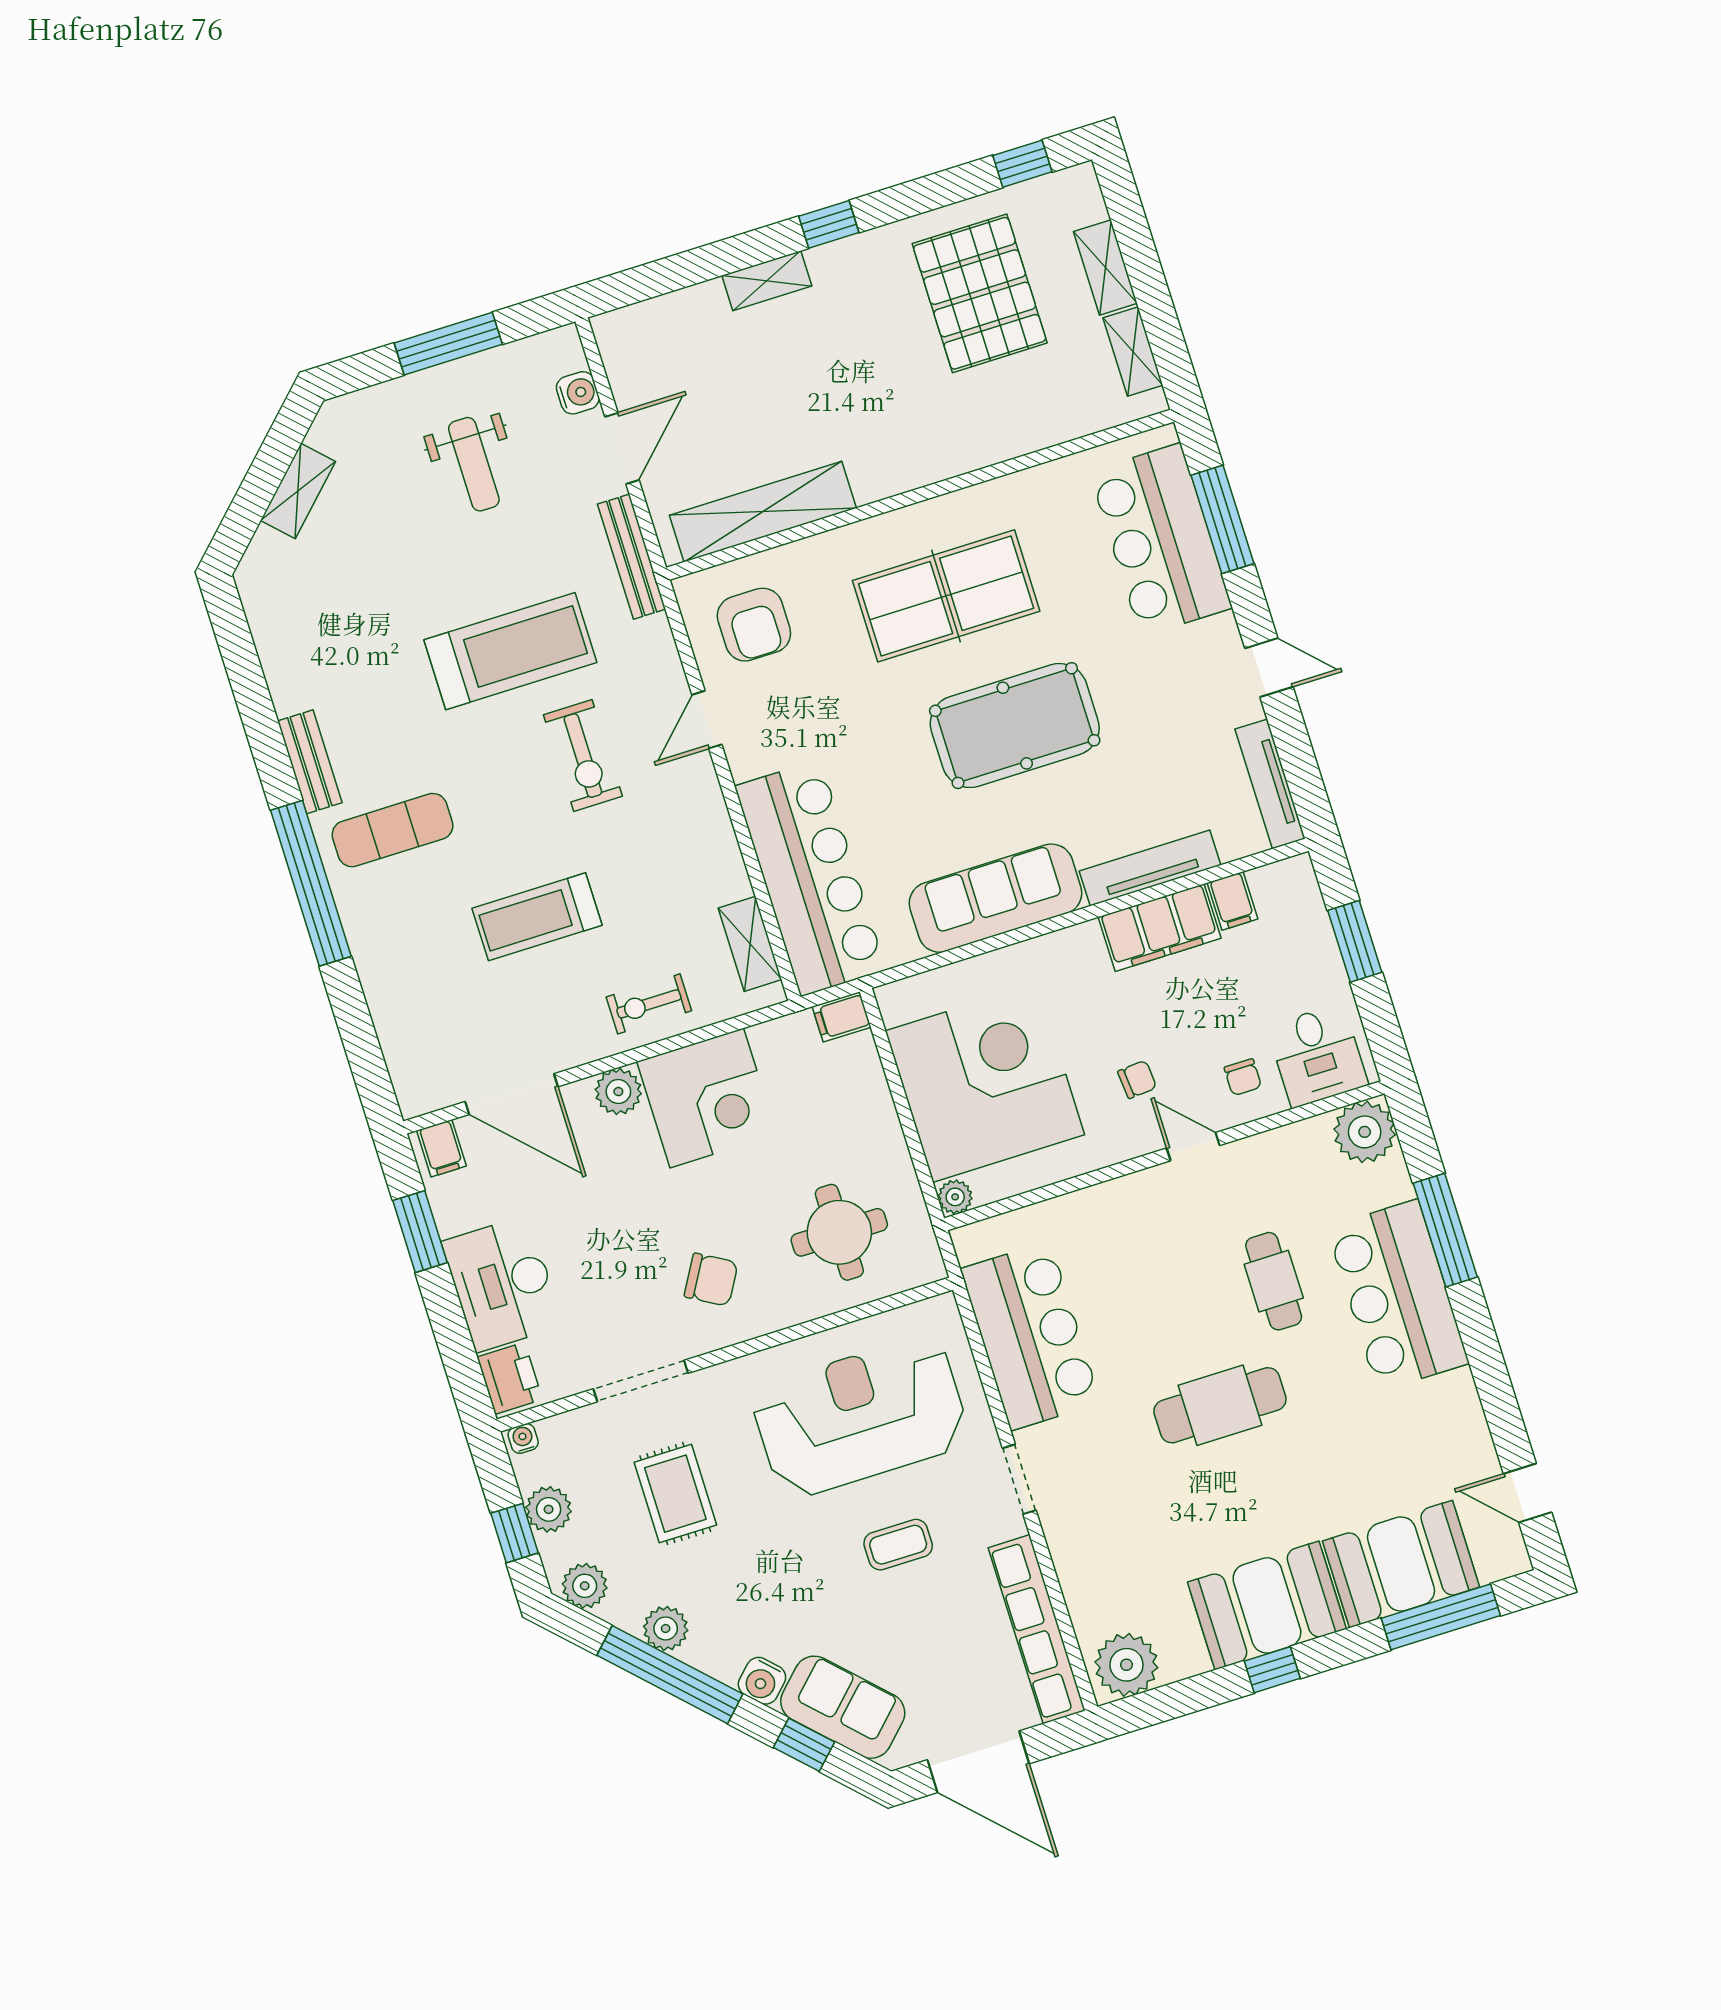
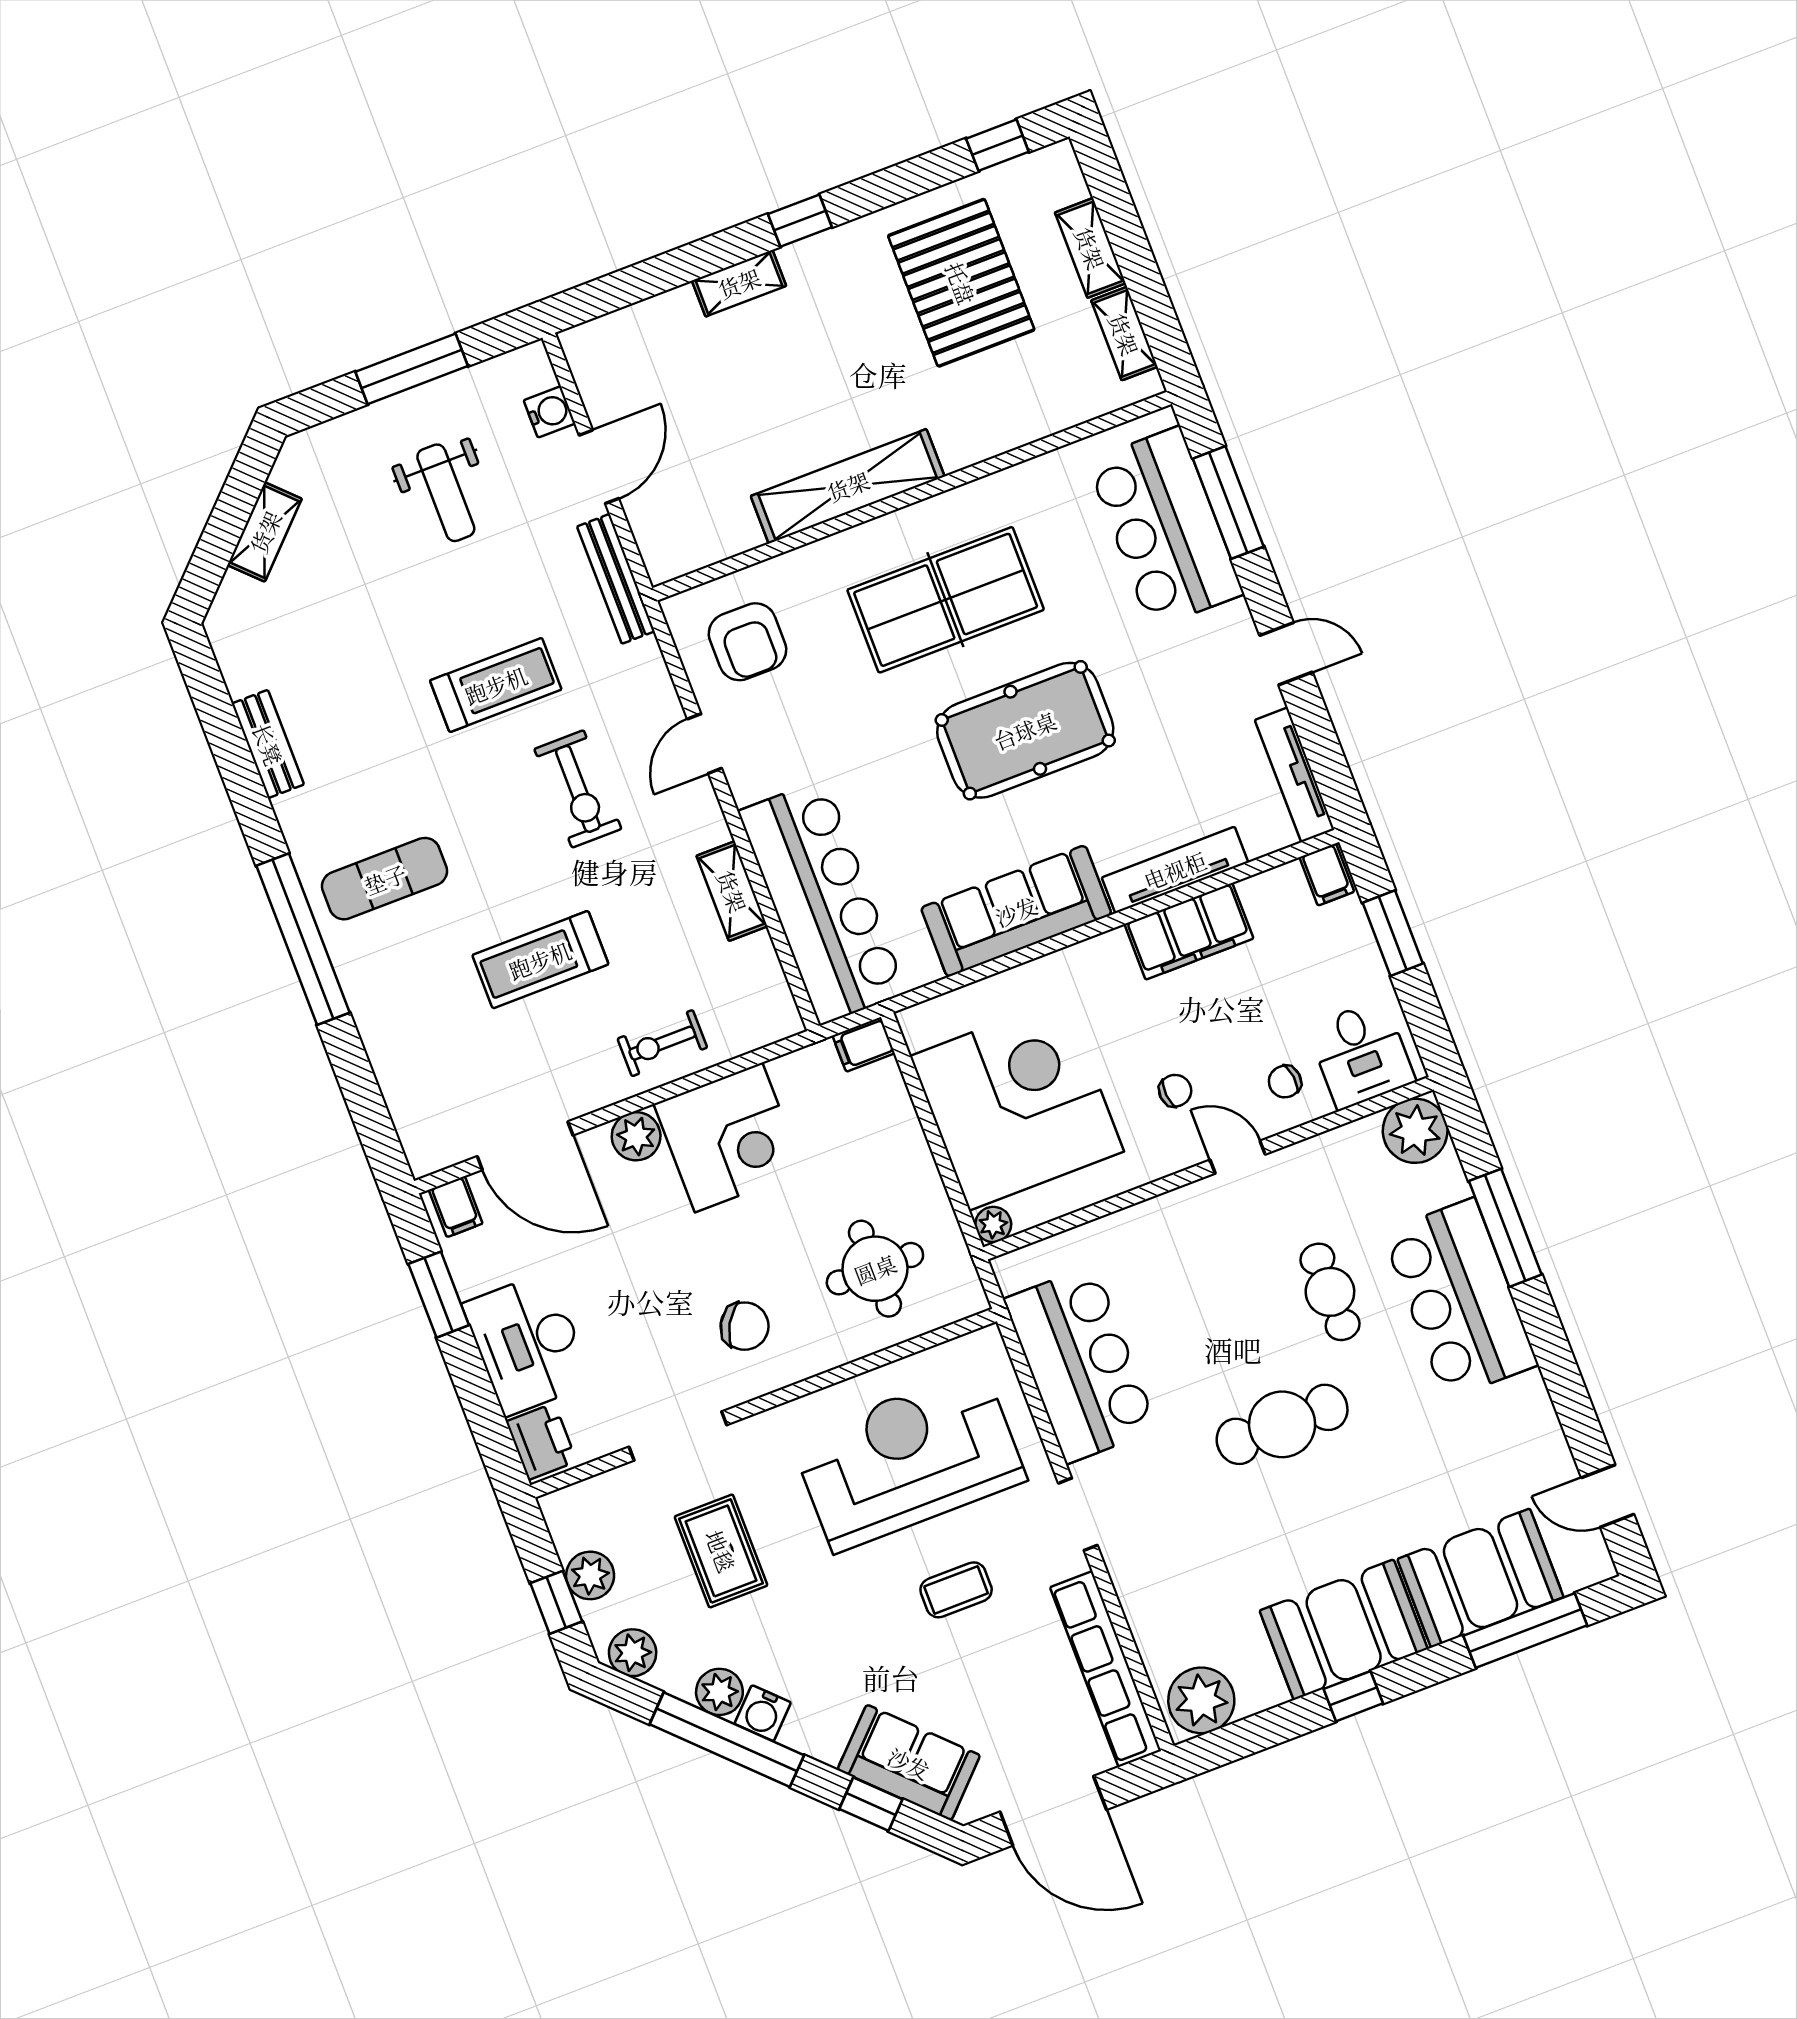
shelving: (763, 512) -> (848, 486), moved
treadmill: (510, 651) -> (496, 685), width x0.73, depth x0.73
bench: (310, 762) -> (268, 744), moved
filing cabinet: (1232, 901) -> (1327, 874), moved
shelving: (750, 944) -> (732, 891), moved
chair: (1243, 1077) -> (1285, 1082), turned 83
water cooler: (523, 1439) -> (559, 1503), removed
water cooler: (762, 1681) -> (763, 1713), moved

